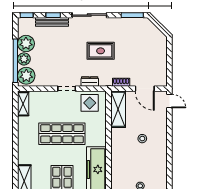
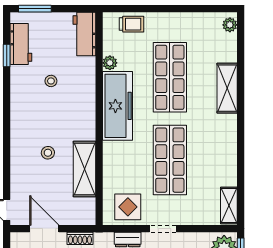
shelving: (118, 109) -> (85, 169), moved
shop shelf: (62, 134) -> (170, 160), turned 90

